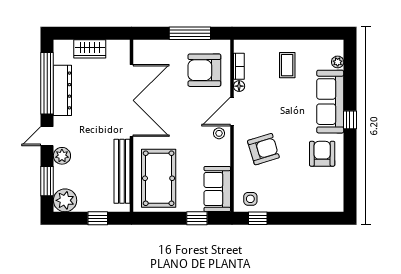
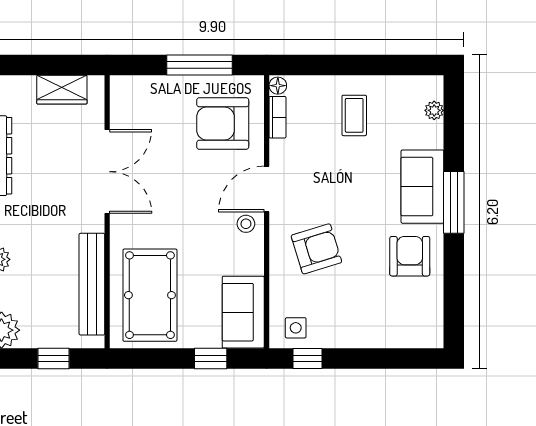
wardrobe: (90, 49) -> (62, 90), moved
floor lamp: (239, 86) -> (278, 86), moved
double door: (132, 100) -> (107, 172), width x0.73
sofa: (330, 102) -> (422, 187), width x0.73
window: (350, 120) -> (454, 202), width x2.17

